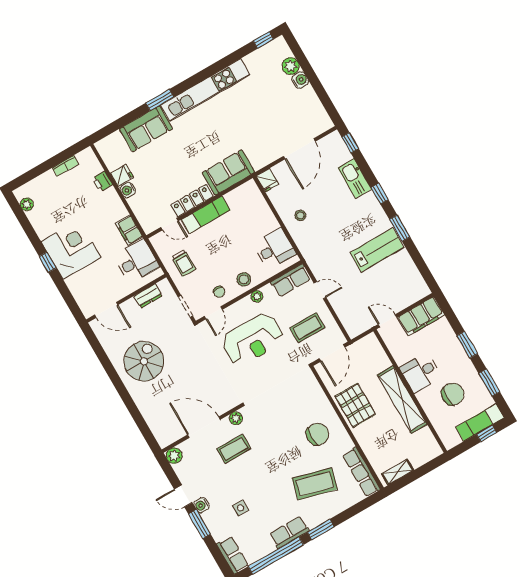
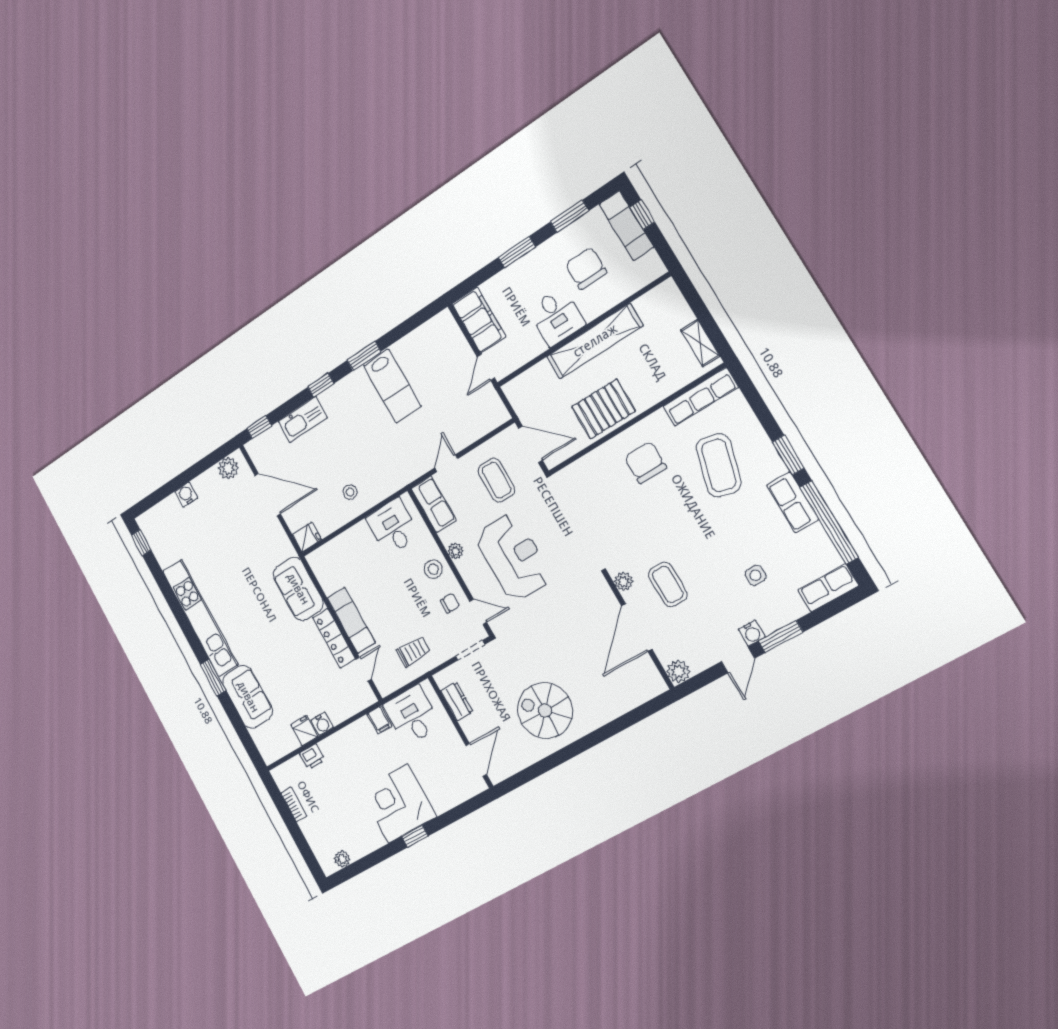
plant: (291, 66) -> (228, 468), moved
filing cabinet: (129, 230) -> (379, 720), width x0.50
lab bench: (377, 250) -> (392, 386), turned 180

